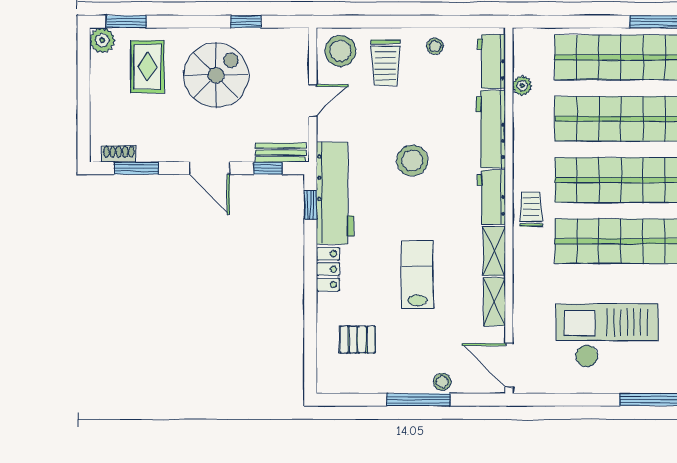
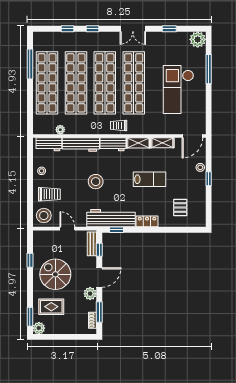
plant: (175, 149) -> (90, 294), added
lab bench: (417, 275) -> (150, 179), turned 180
window: (418, 400) -> (209, 179), width x0.46

